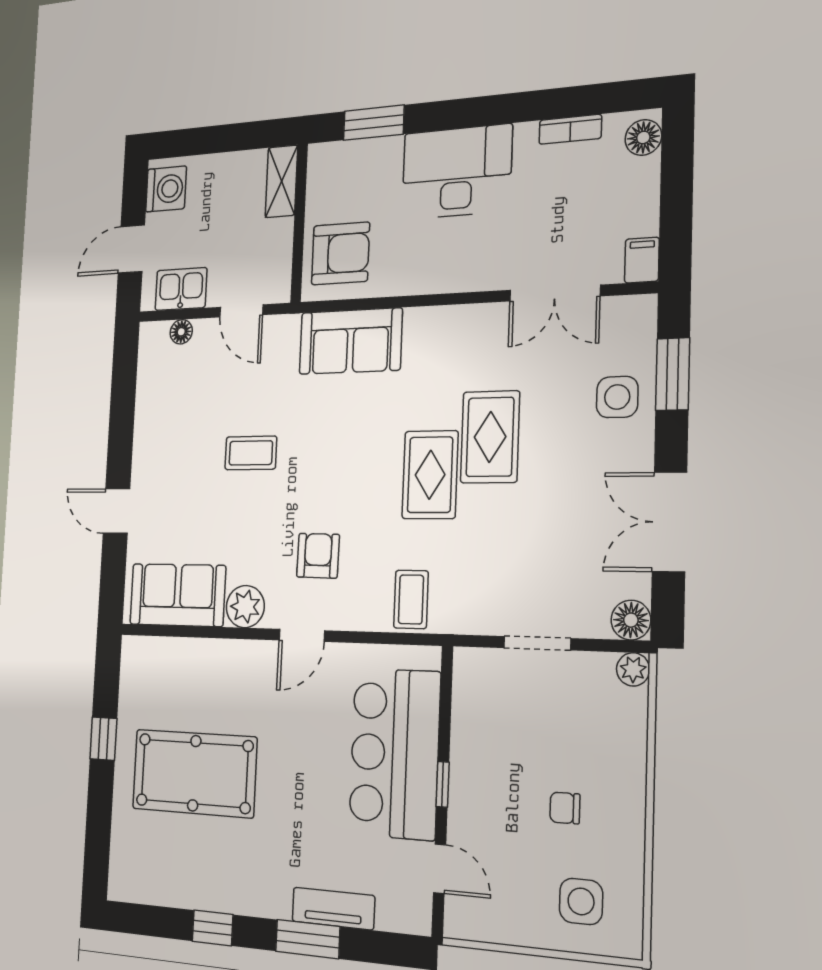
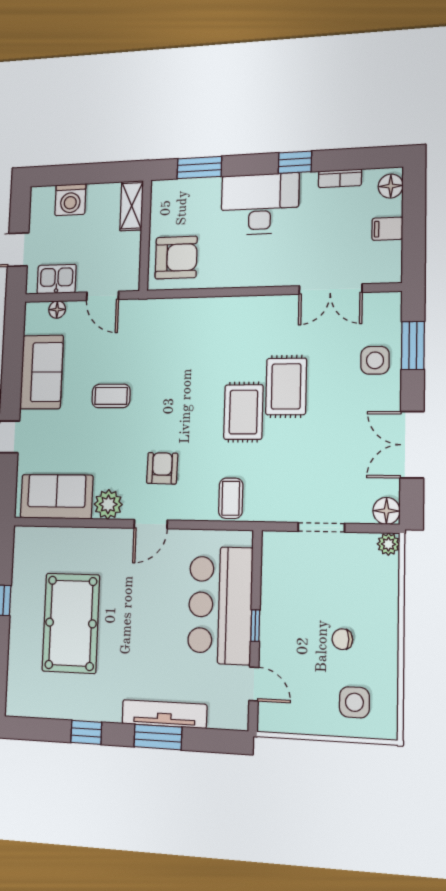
window: (507, 109) -> (295, 162), added
washing machine: (166, 189) -> (70, 200), moved, turned 90
filing cabinet: (642, 260) -> (387, 229), moved, turned -90
sofa: (350, 341) -> (42, 372), moved, turned -90
pool table: (194, 773) -> (71, 623), turned 90
tv unit: (333, 909) -> (164, 714), width x1.41

